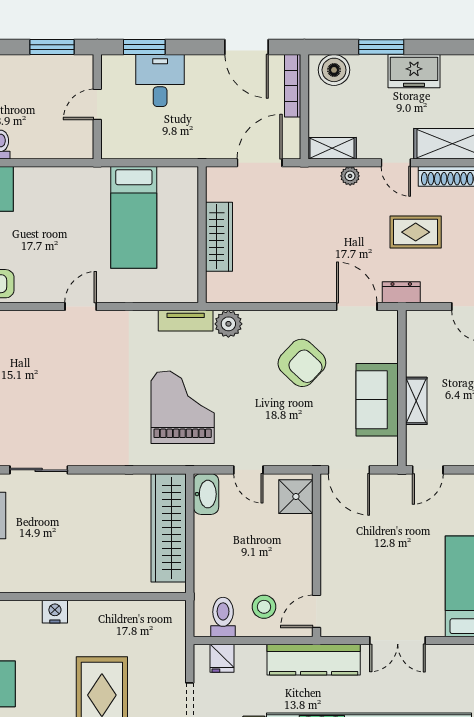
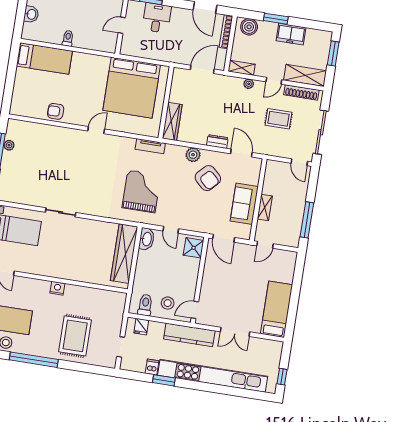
door: (396, 163) -> (274, 81), hinge flipped
bed: (134, 217) -> (132, 88), width x2.04
wardrobe: (219, 237) -> (172, 122), moved
dresser: (401, 292) -> (217, 142), moved
plant: (228, 324) -> (193, 155), moved

